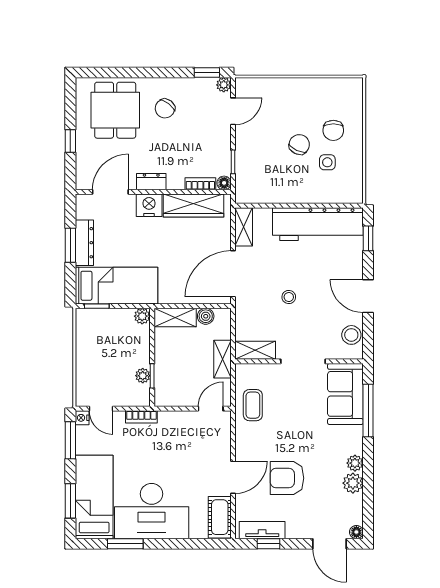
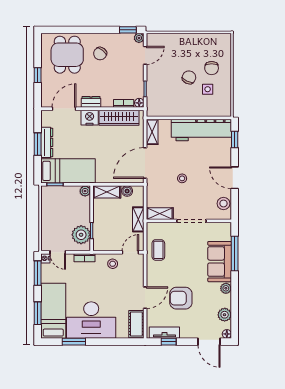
plant: (143, 376) -> (81, 235), width x1.88, depth x1.88
sofa: (345, 394) -> (220, 262), moved
stool: (184, 426) -> (113, 264), added
plant: (353, 483) -> (225, 315), moved

